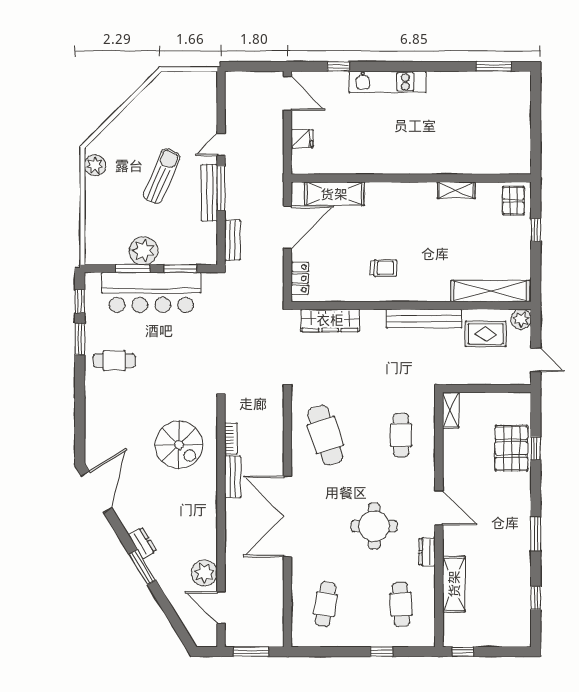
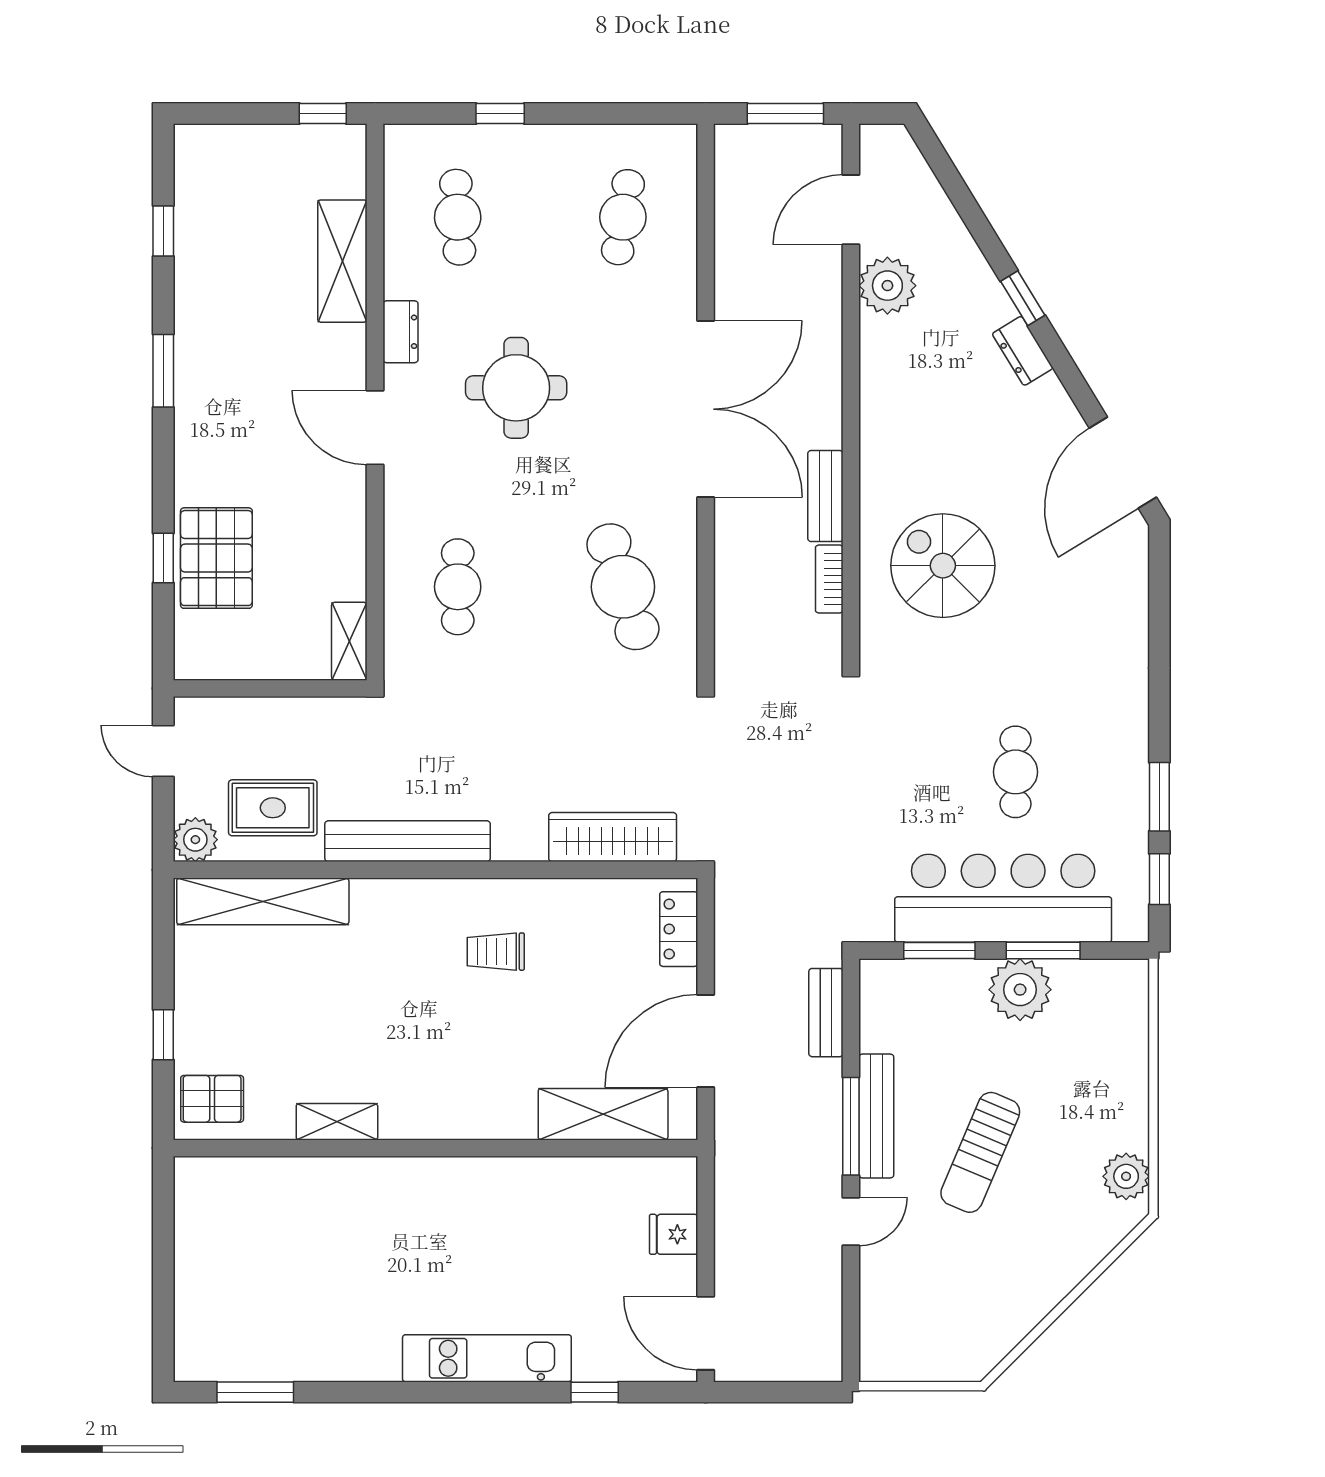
pallet: (513, 201) -> (212, 1099), turned 90
cafe table: (114, 361) -> (1015, 772), moved, turned 90
window: (142, 567) -> (1023, 298), width x0.67
door: (221, 608) -> (851, 210), swing flipped

